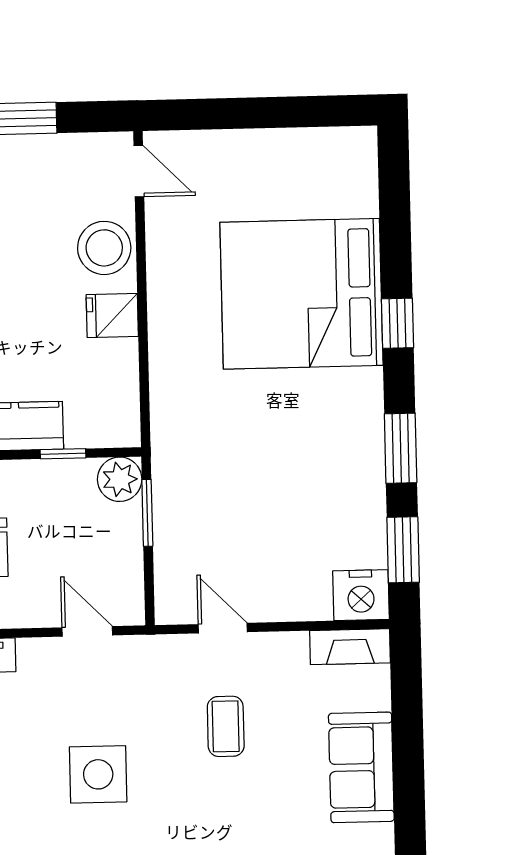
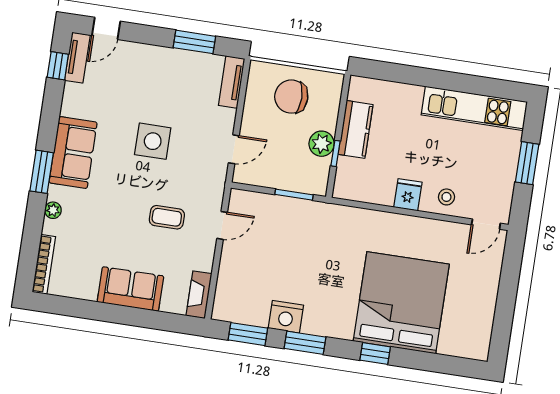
stool: (104, 248) -> (446, 197), width x0.53, depth x0.53
plant: (120, 479) -> (322, 144), moved
nightstand: (361, 595) -> (286, 317), moved, turned -90

